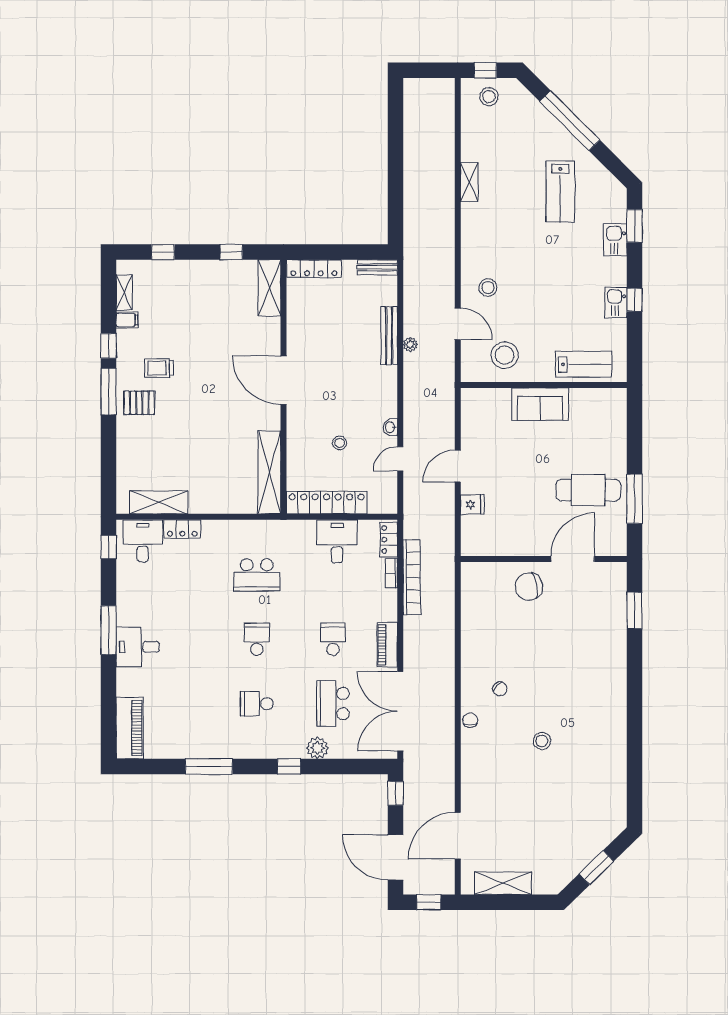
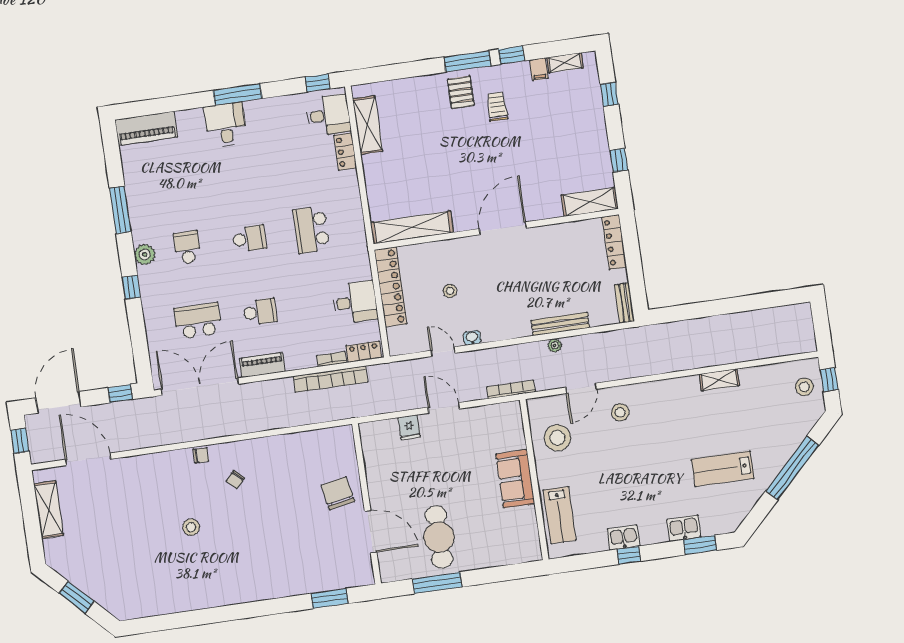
bookcase: (449, 395) -> (511, 389), added
plant: (317, 748) -> (145, 255), moved

